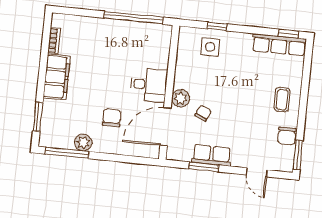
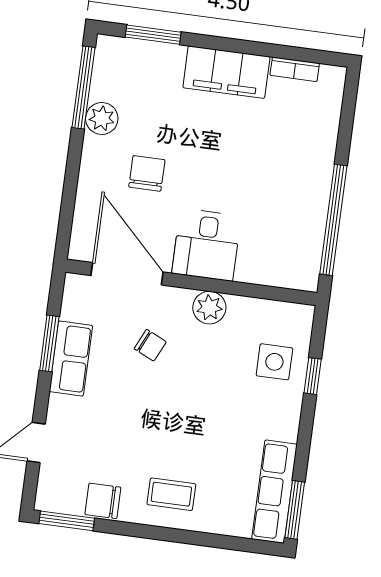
window: (288, 34) -> (295, 510), width x1.50
plant: (181, 98) -> (209, 308), moved
chair: (112, 118) -> (147, 173), turned -90

